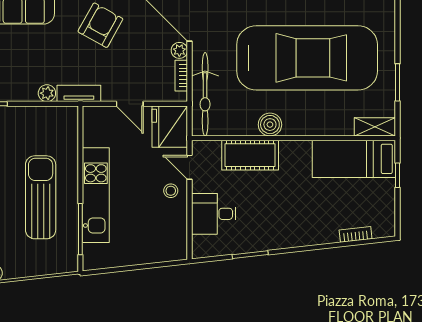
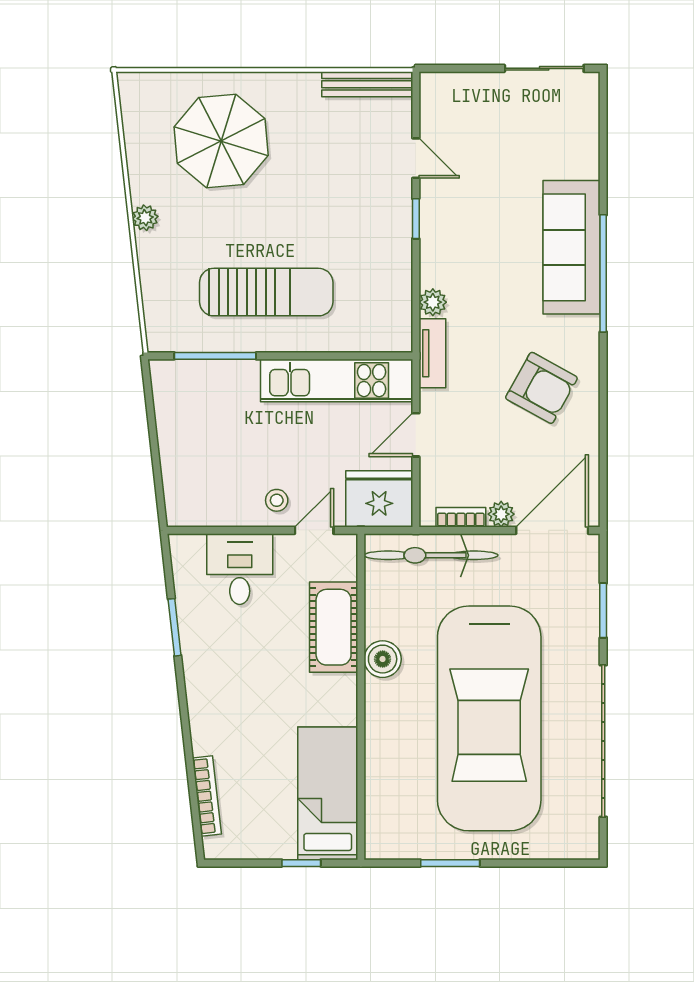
shelving: (375, 127) -> (379, 827), removed
kitchen unit: (96, 195) -> (337, 381), moved
bookcase: (356, 234) -> (207, 796), width x1.56

